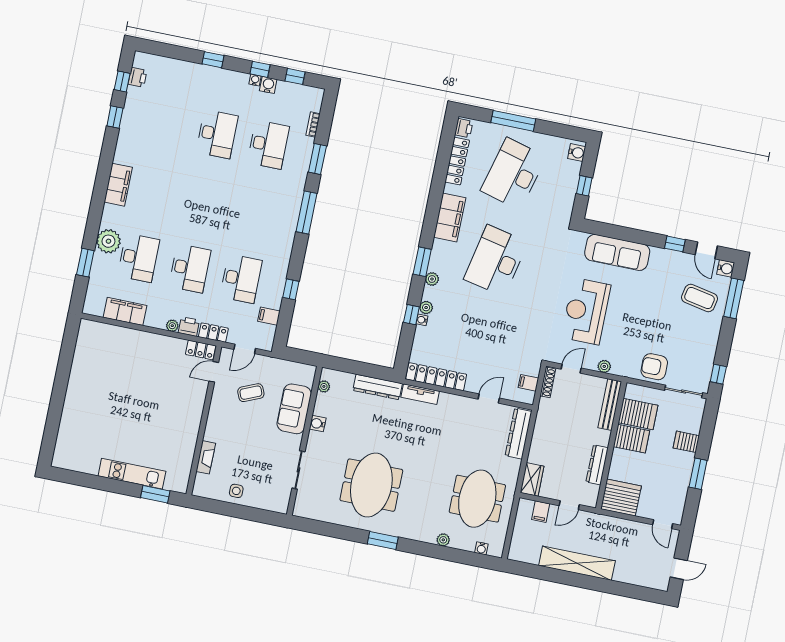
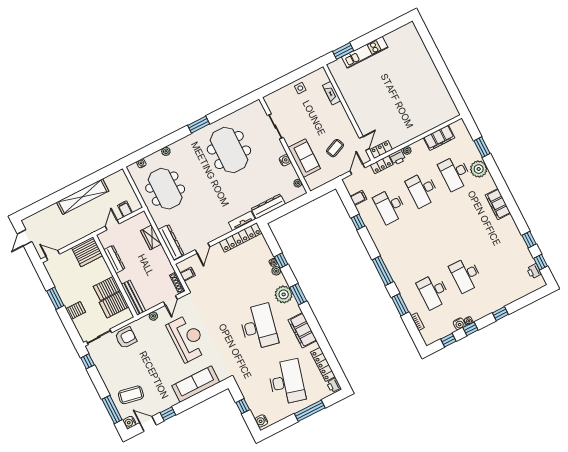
plant: (432, 279) -> (284, 294), width x1.88, depth x1.88
wardrobe: (532, 479) -> (151, 237), moved

